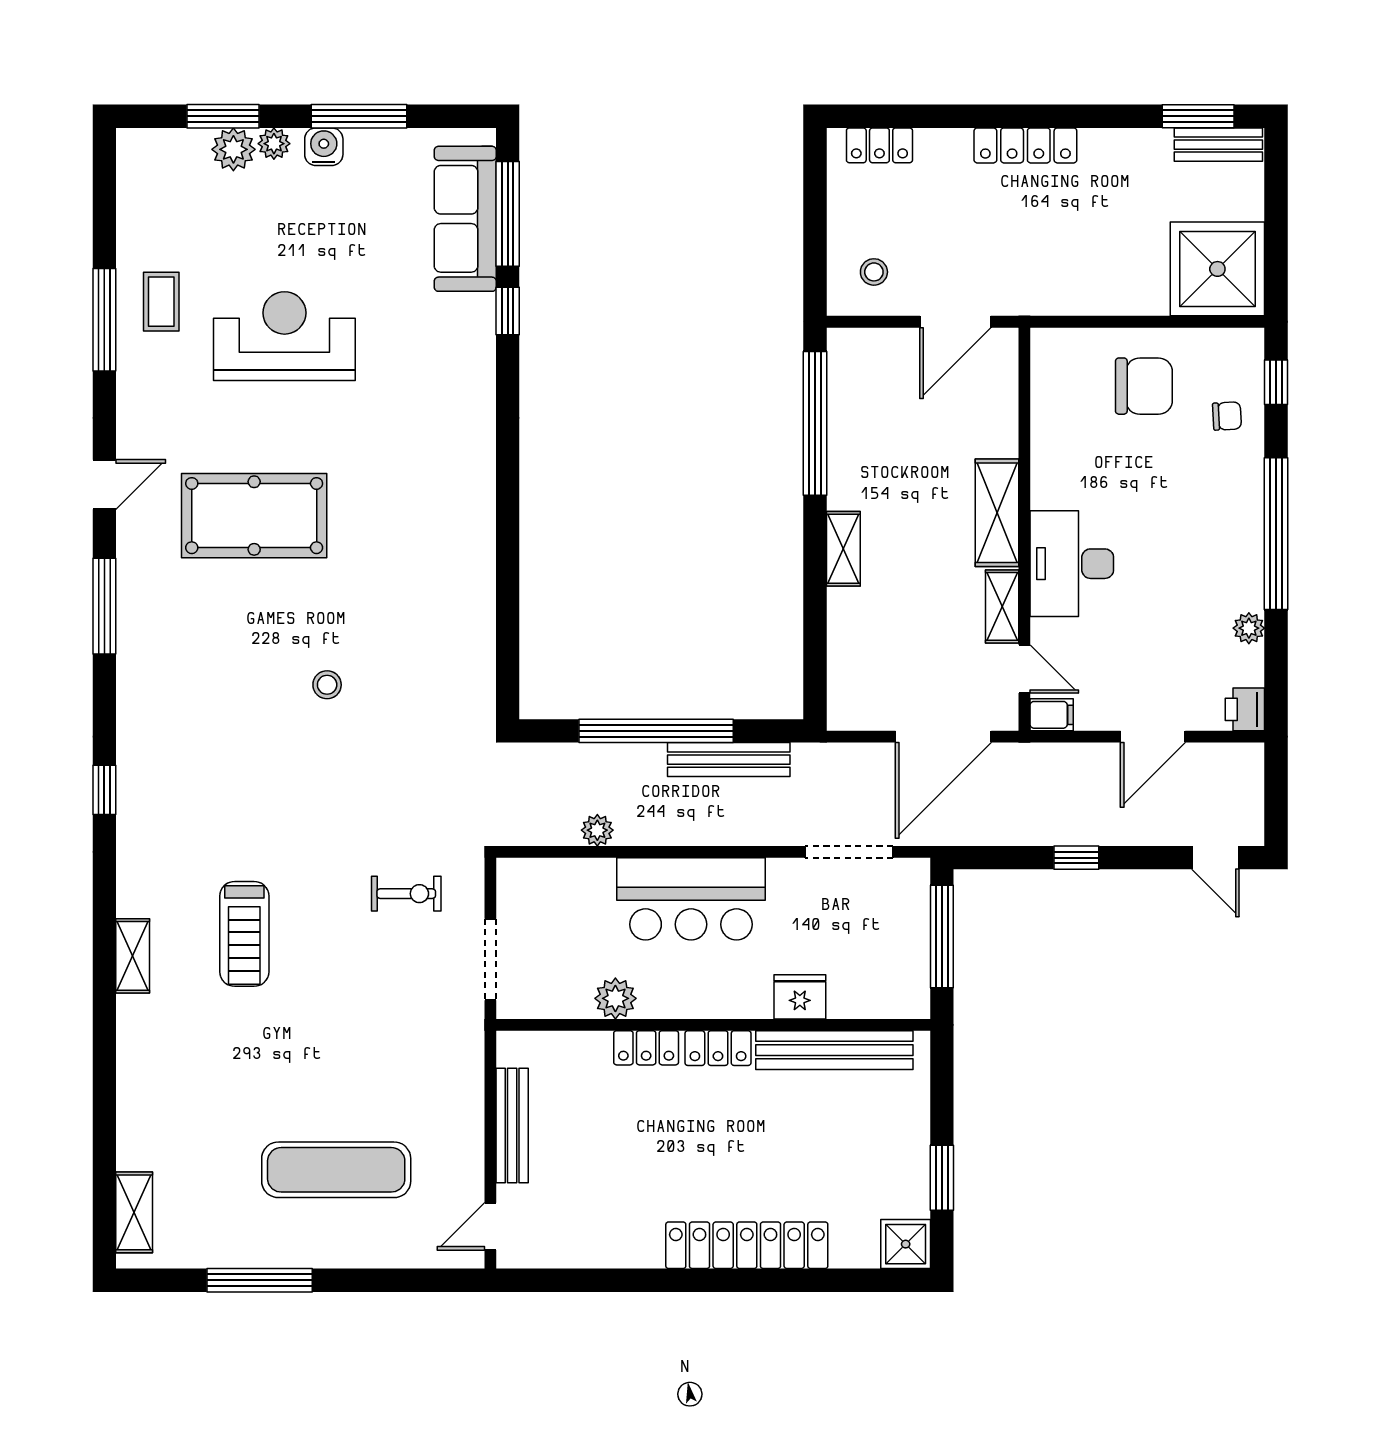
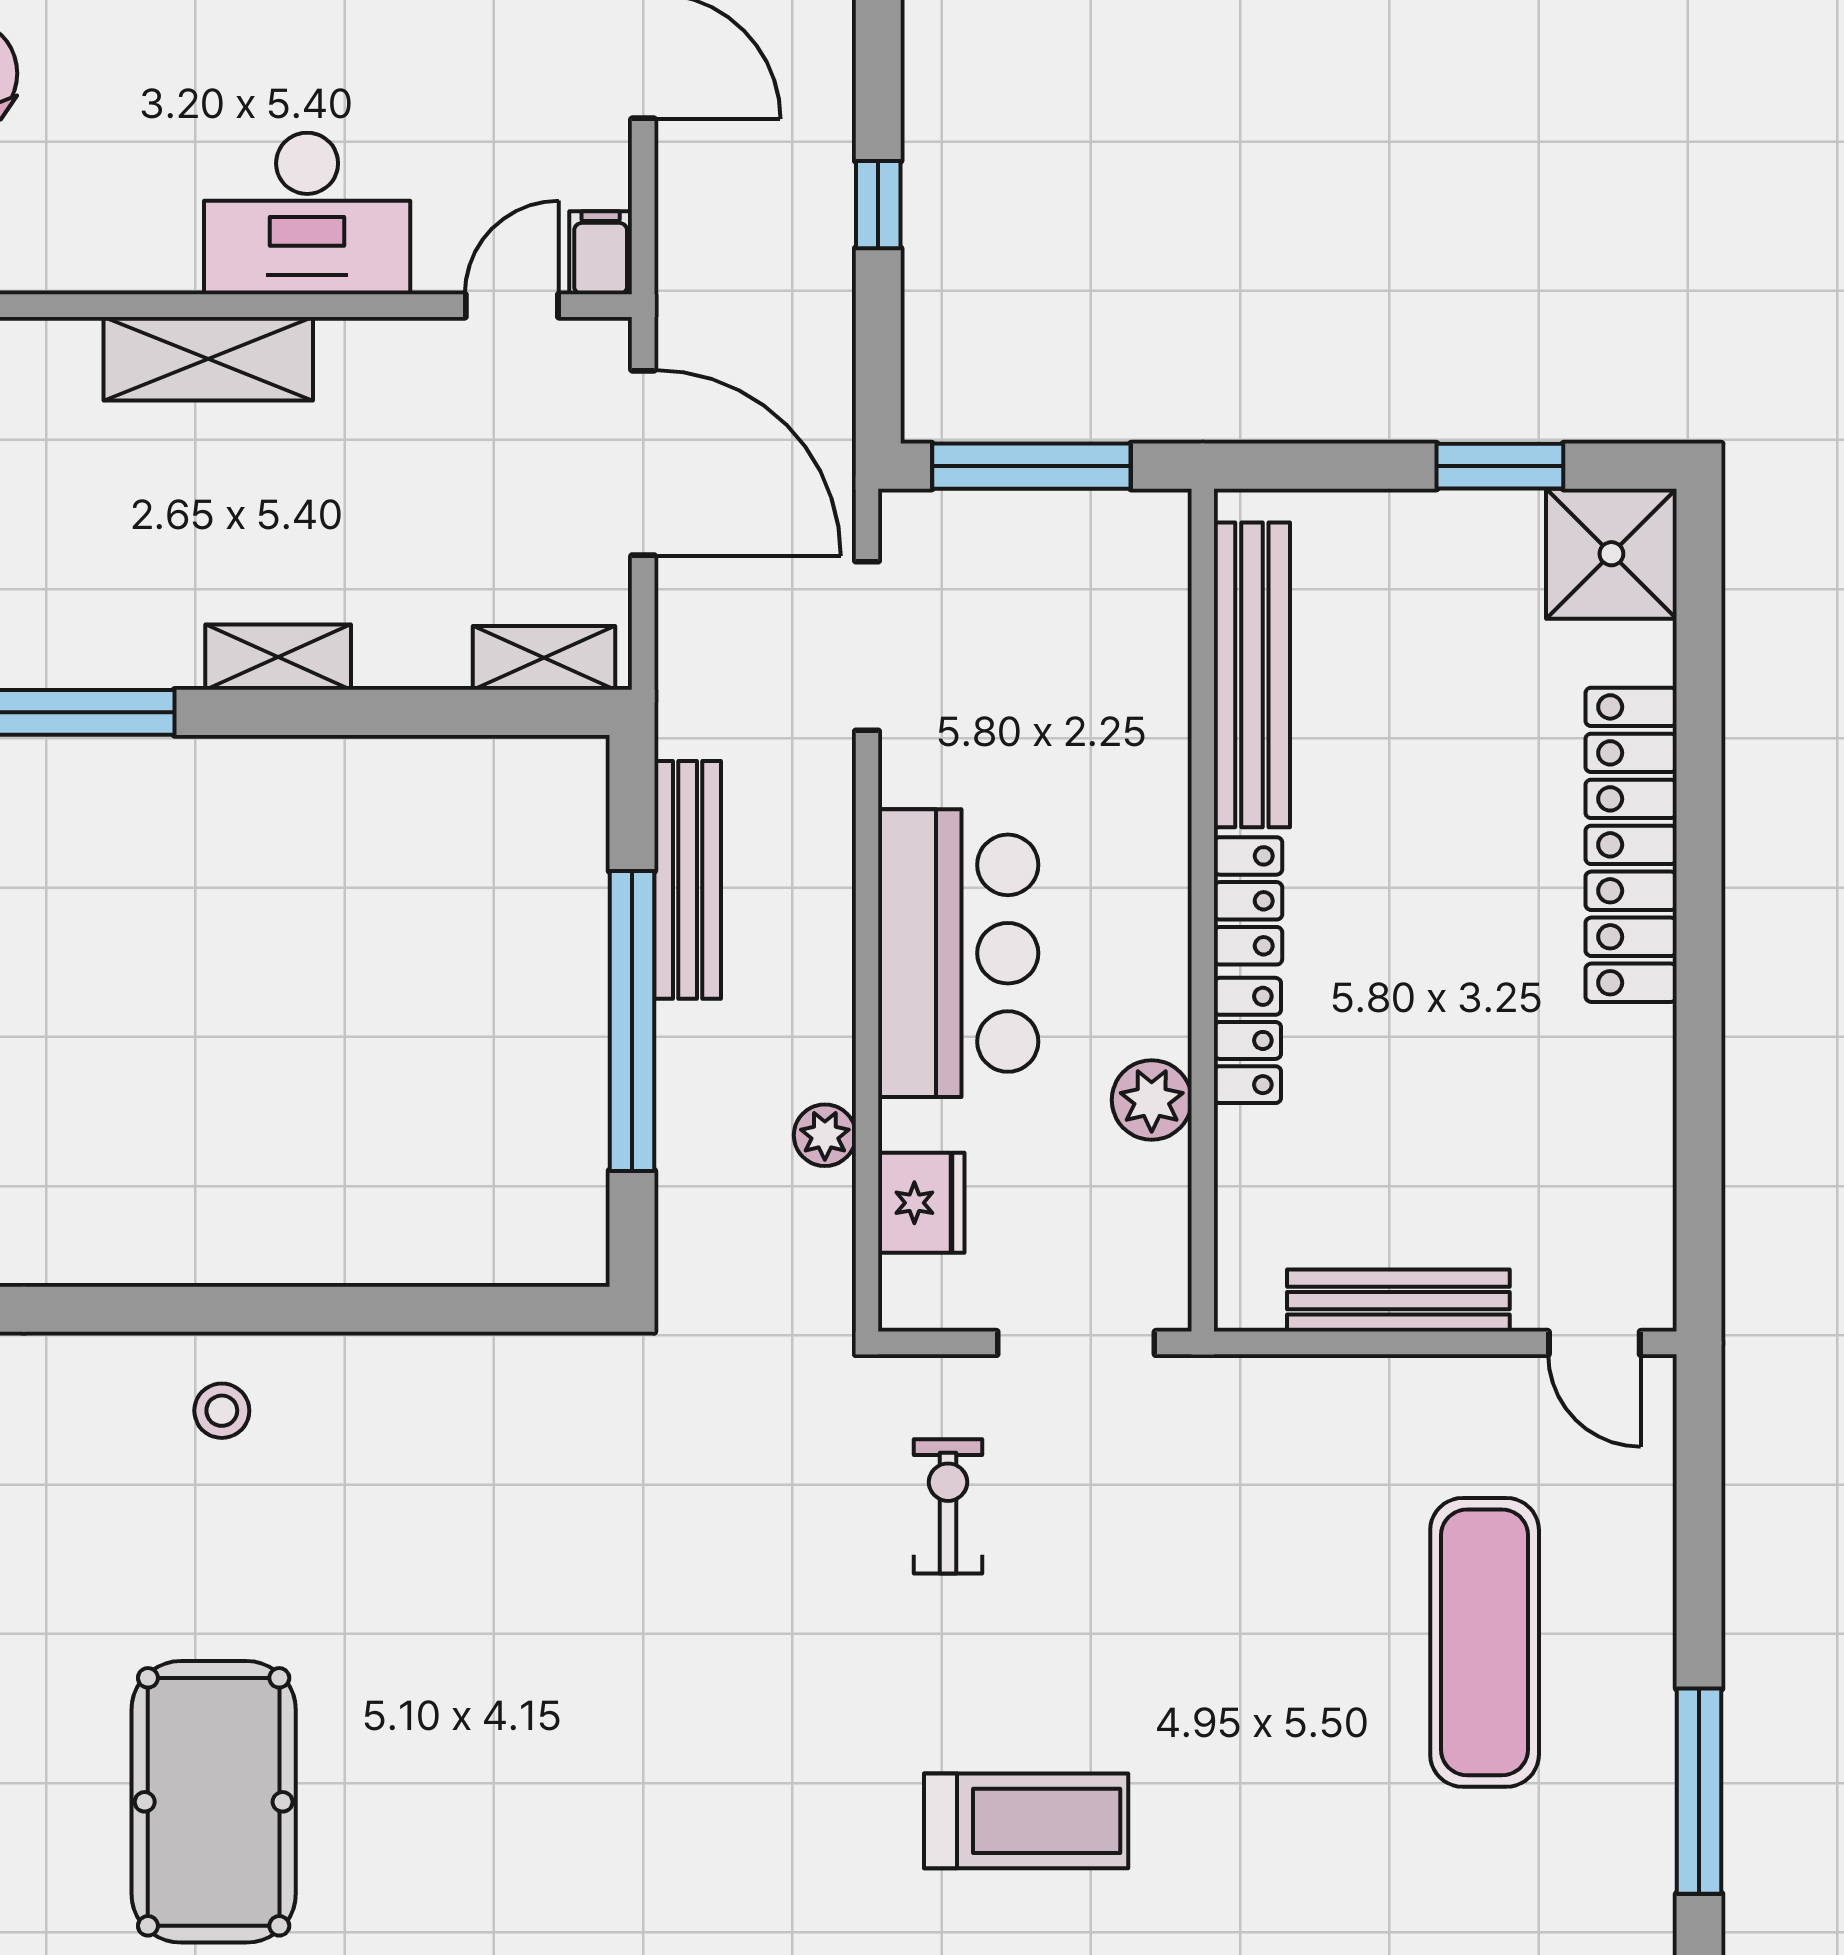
shelving: (1002, 606) -> (544, 658), moved
stool: (327, 685) -> (222, 1411), moved
fridge: (800, 997) -> (921, 1203), moved, turned 180
shower: (906, 1244) -> (1611, 554), width x1.36, depth x1.36

